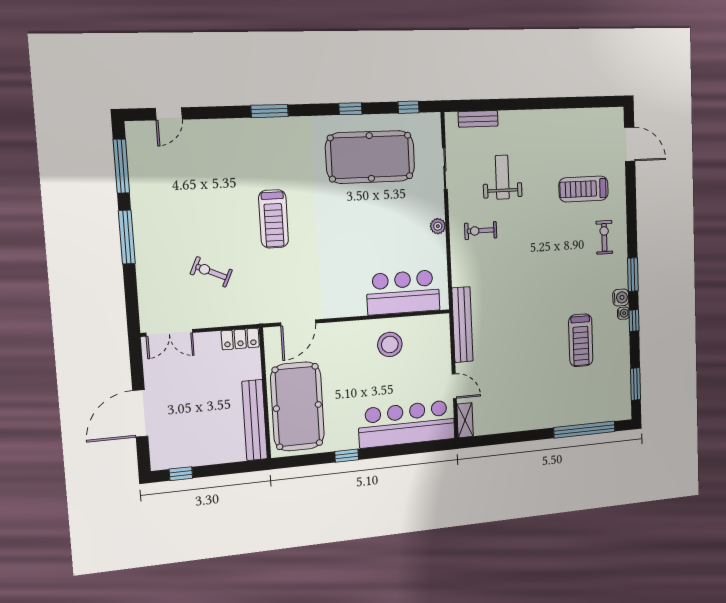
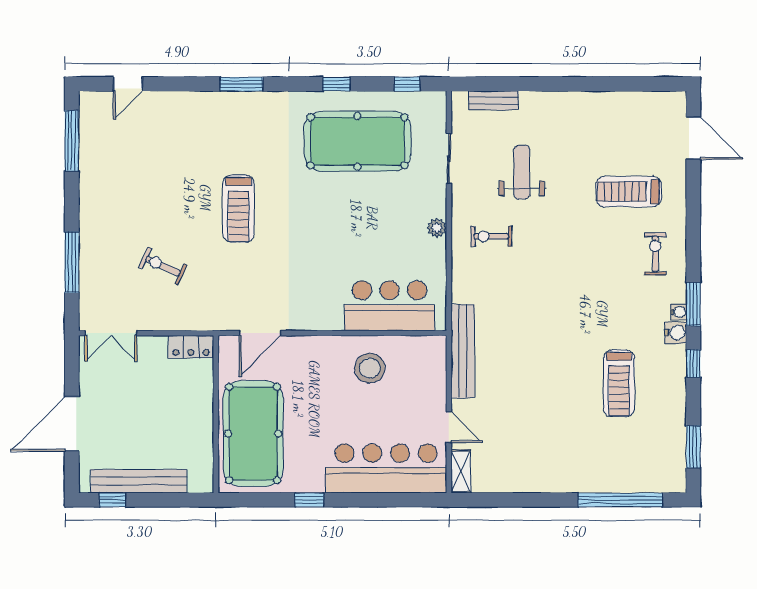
window: (127, 237) -> (72, 262), moved
water cooler: (623, 313) -> (679, 312), moved
bench: (255, 420) -> (139, 481), moved, turned 90

